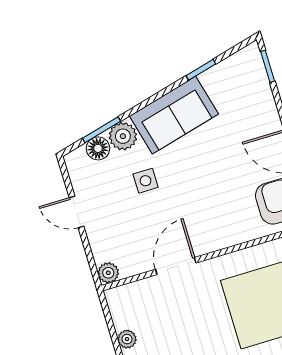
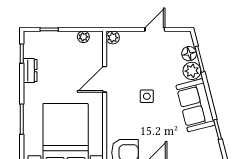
side table: (146, 181) -> (147, 96), moved
door: (176, 266) -> (105, 79), swing flipped
plant: (127, 339) -> (83, 37), moved

